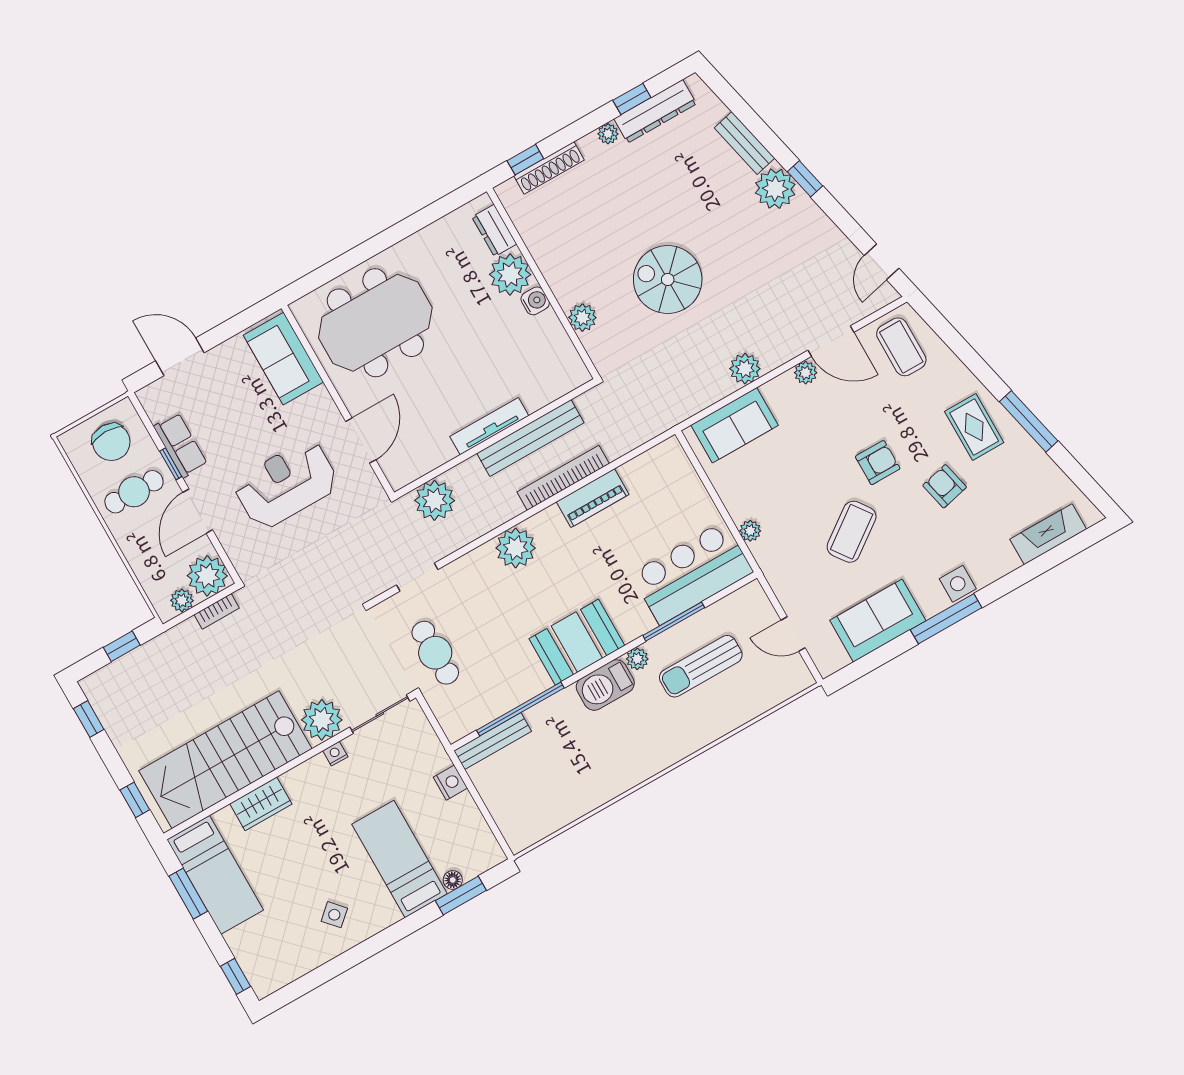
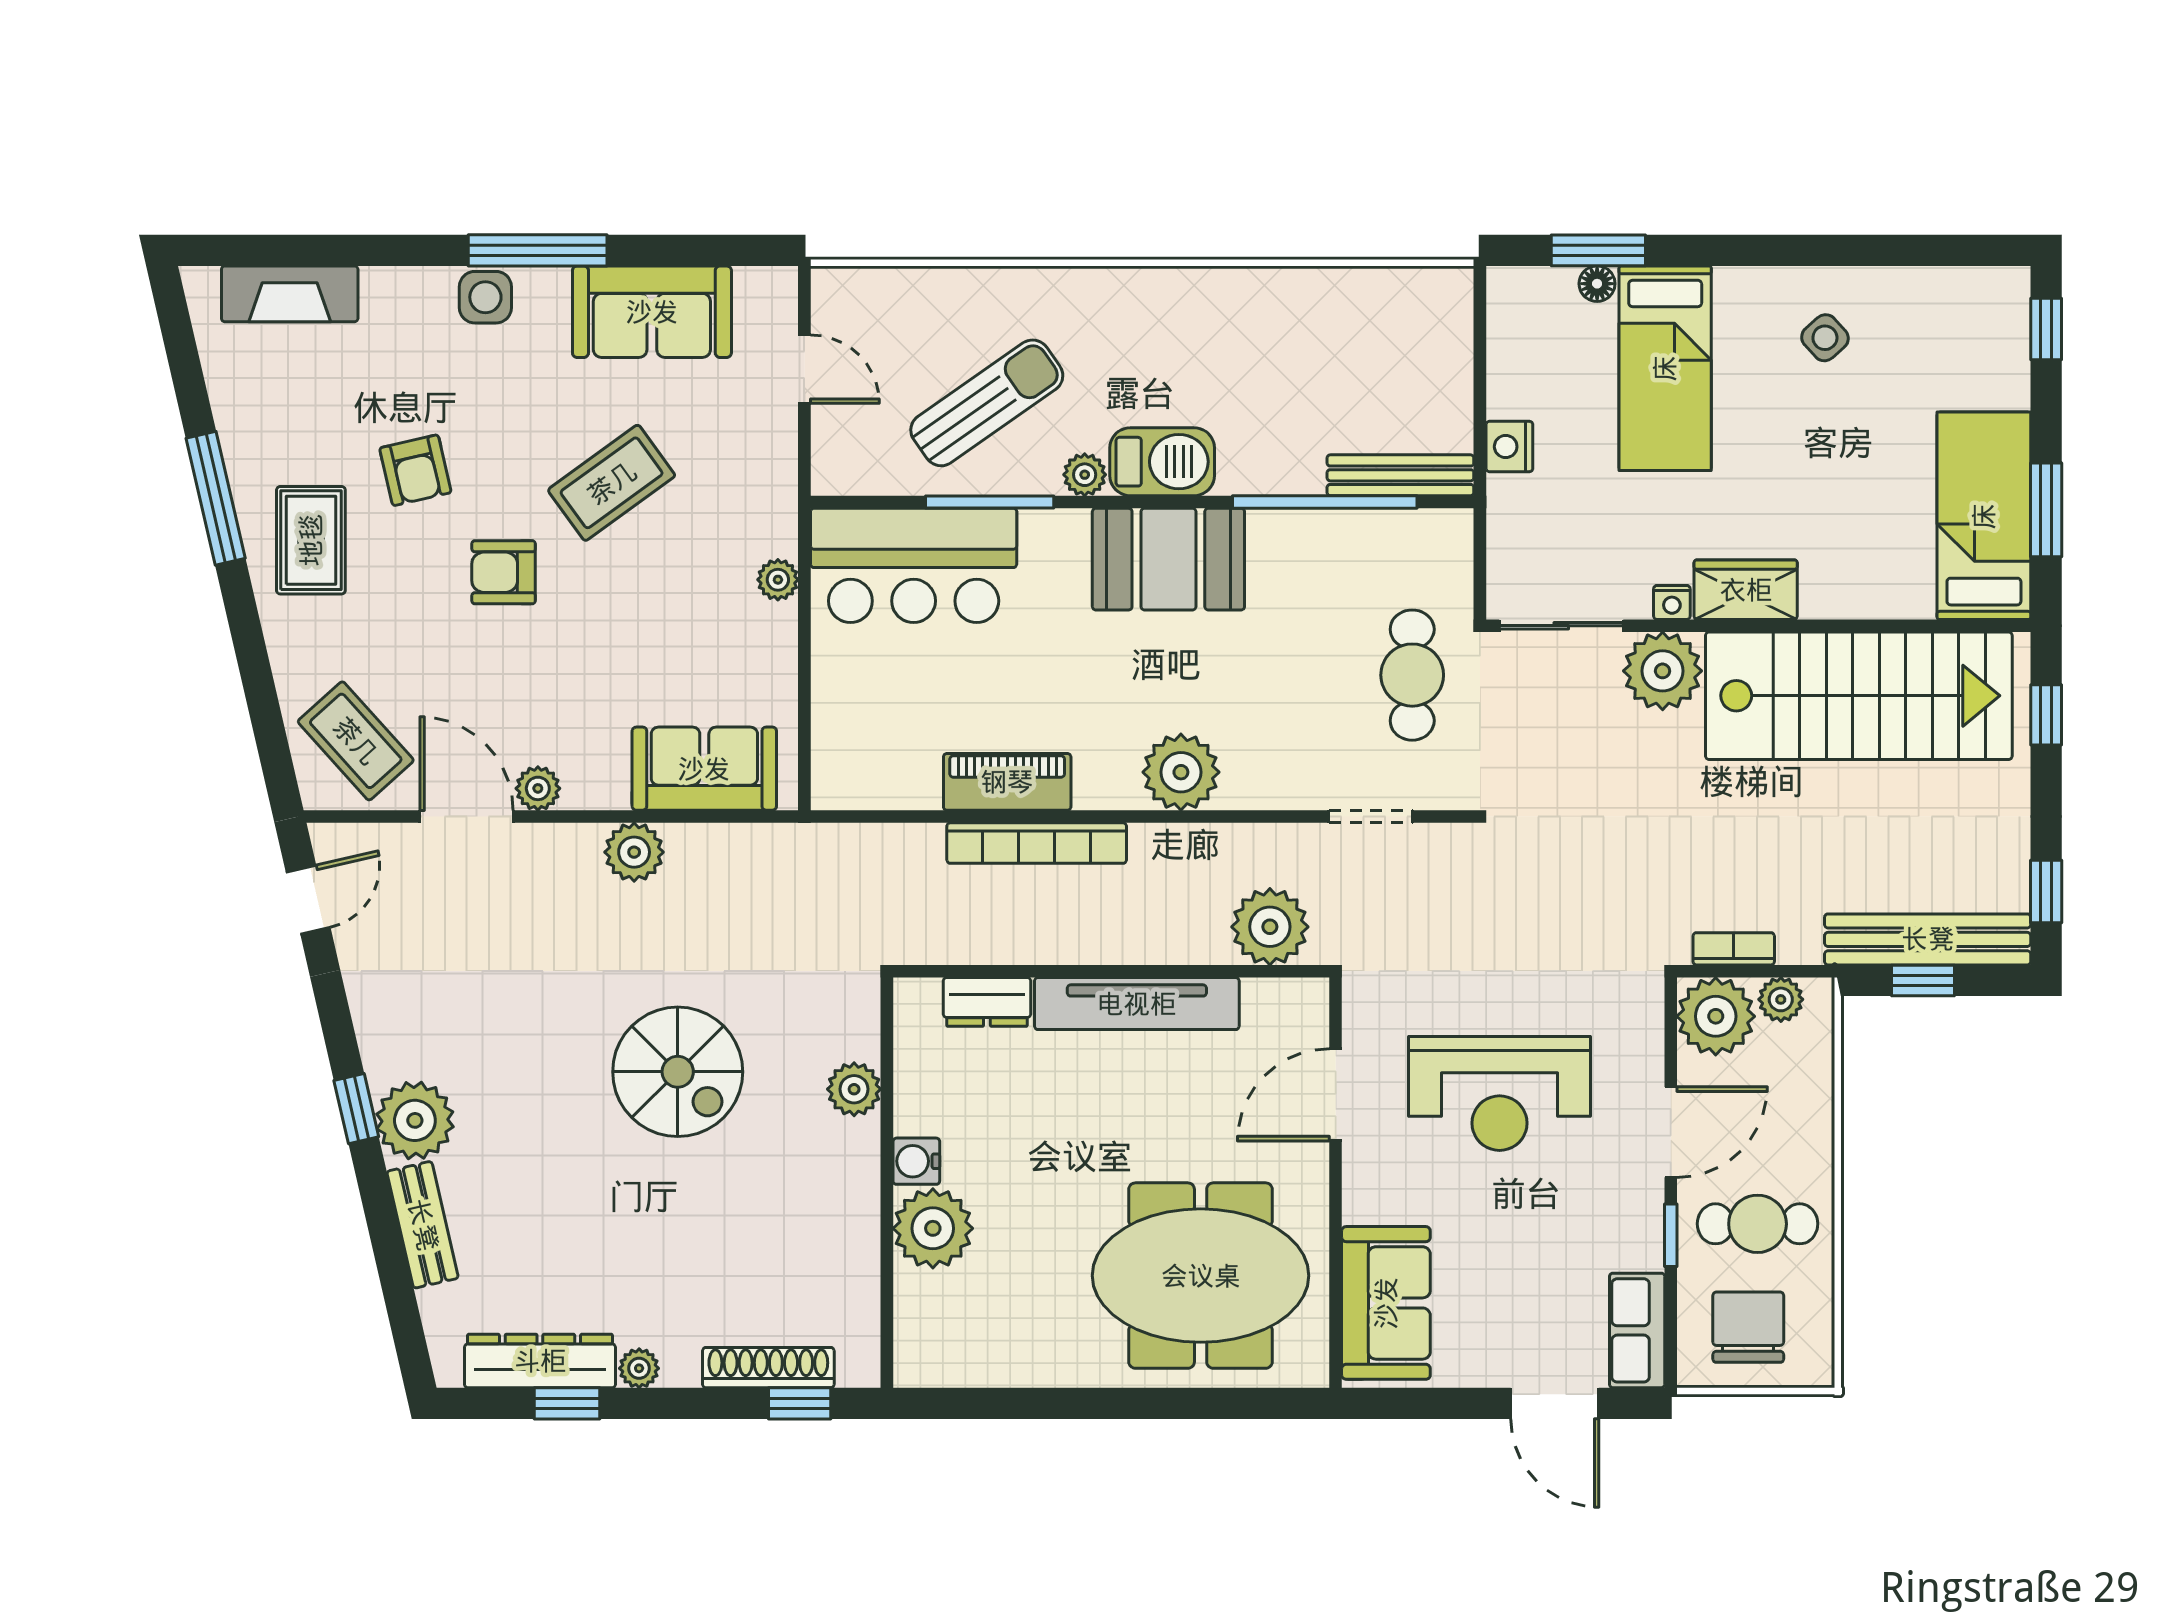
dresser: (494, 231) -> (987, 1002), moved, turned 90
coffee table: (901, 347) -> (356, 741), turned -42
tv unit: (489, 426) -> (1137, 1004), width x1.36, depth x1.29
bench: (530, 438) -> (1928, 939), moved
row of seats: (181, 445) -> (1637, 1330), moved
sun lounger: (701, 666) -> (987, 403), turned -35
wardrobe: (261, 804) -> (1746, 590), moved

